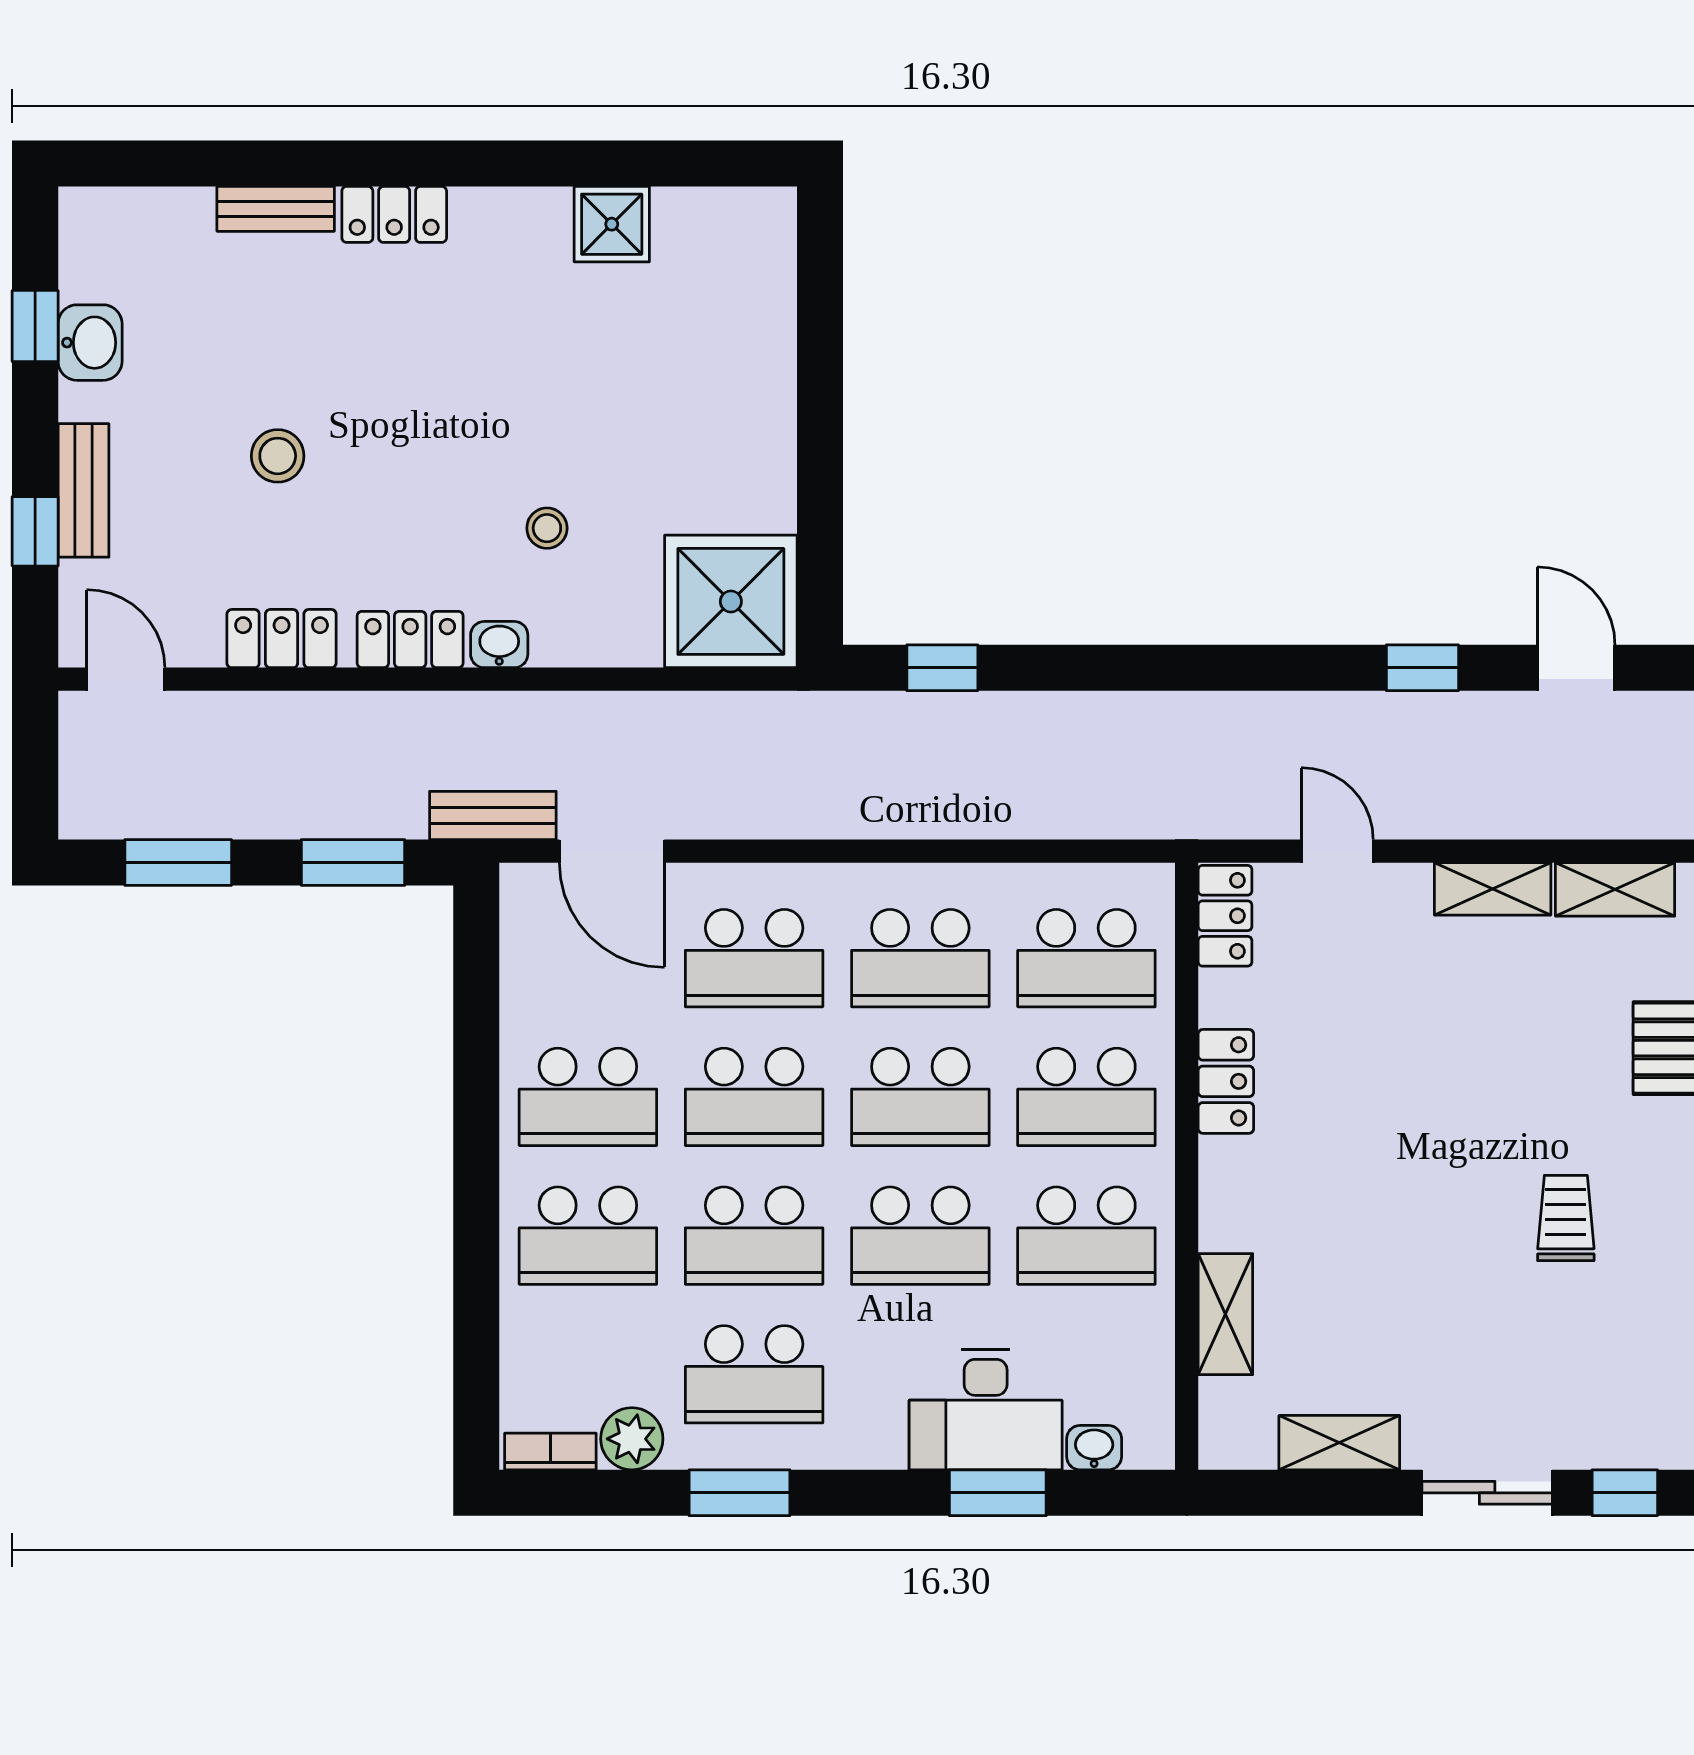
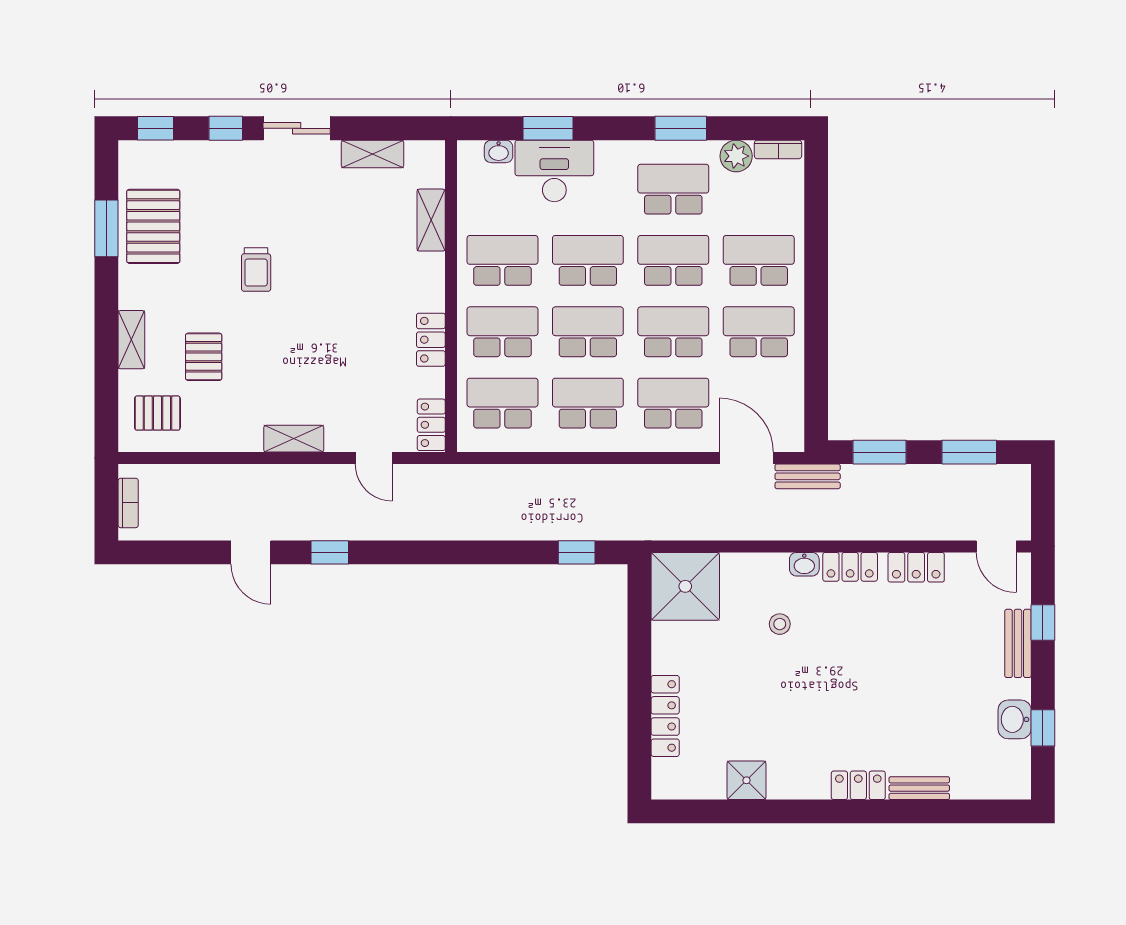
locker: (770, 349) -> (665, 716), added
stool: (278, 456) -> (918, 661), removed
shelving: (1615, 889) -> (231, 438), removed

